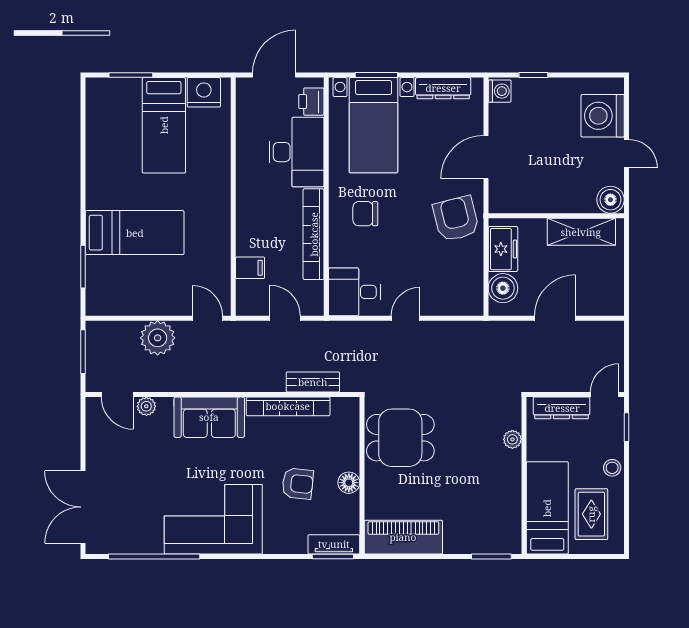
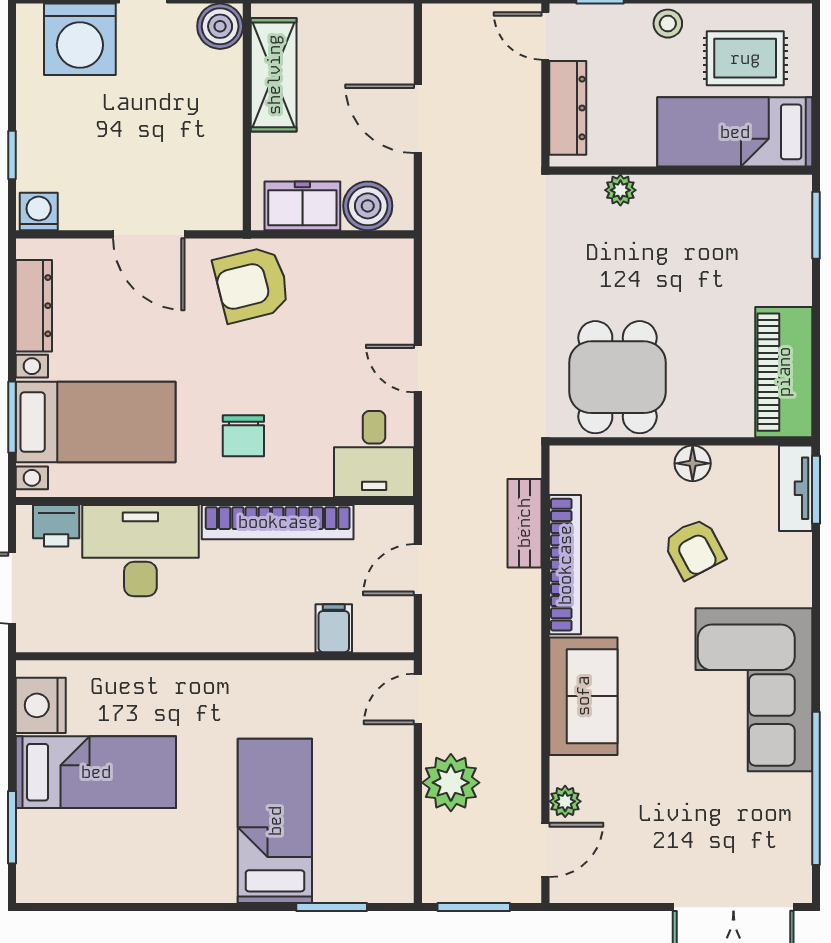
armchair: (298, 484) -> (694, 549), turned 146

